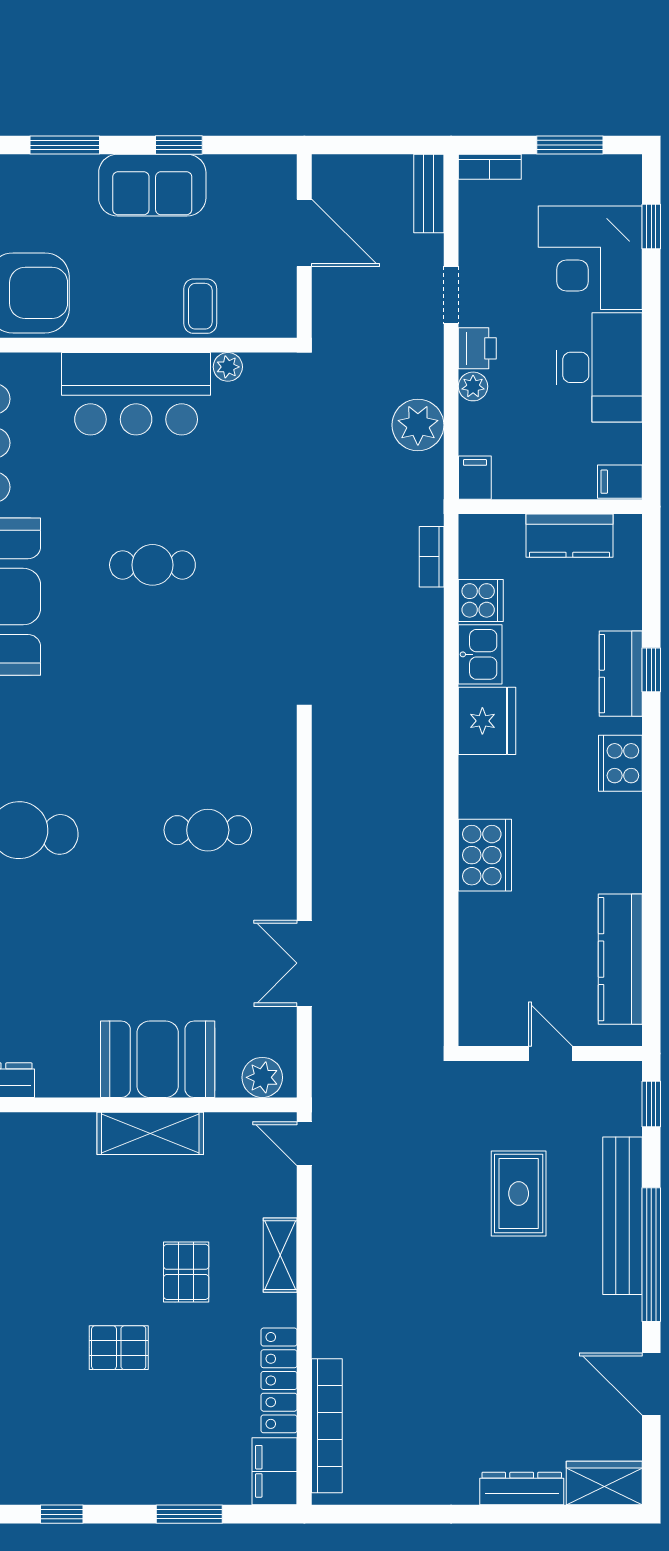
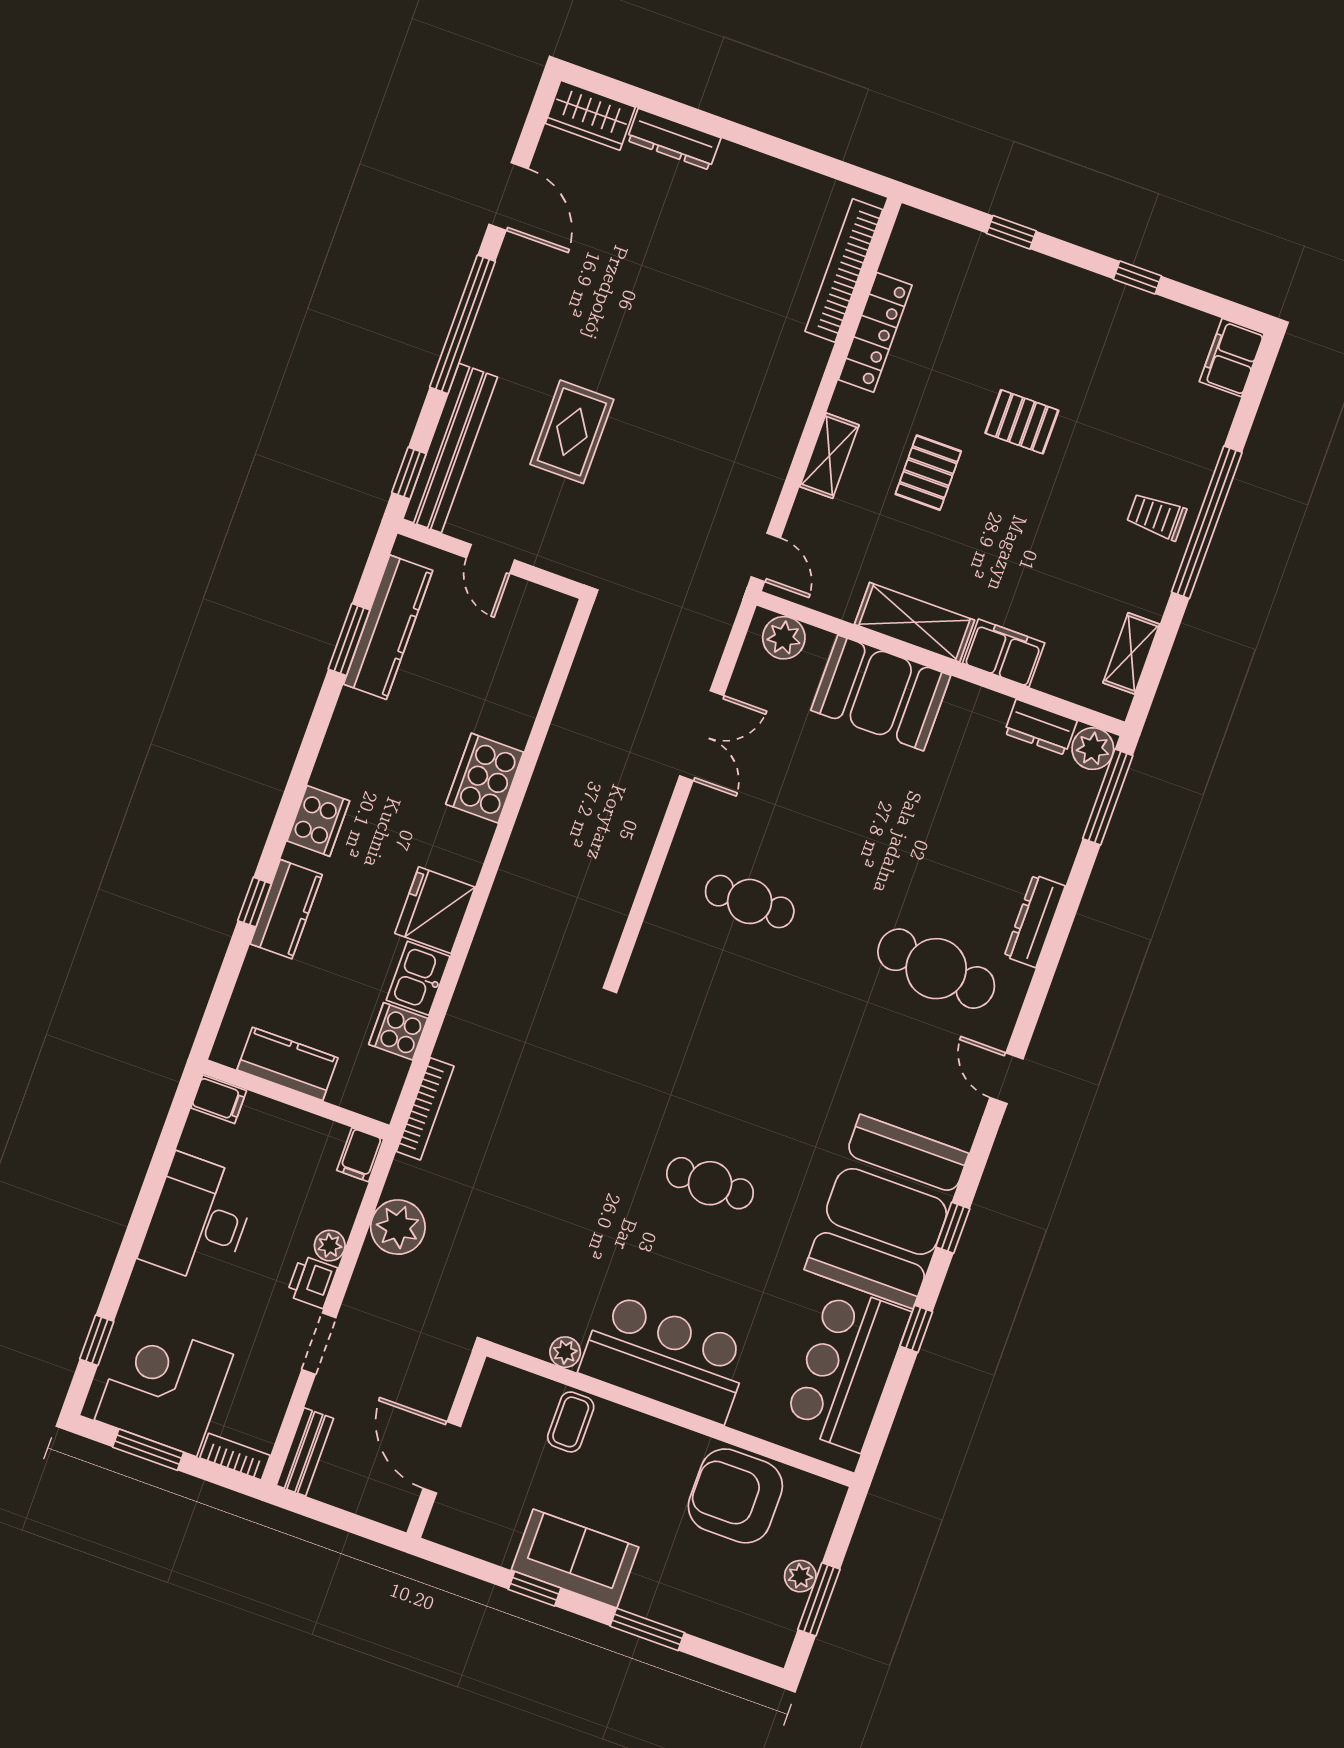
corner desk: (590, 258) -> (164, 1387), moved, turned -90
bookcase: (432, 557) -> (425, 1109), width x1.56
window: (651, 936) -> (349, 640), added
bench: (622, 1216) -> (450, 448), moved
filing cabinet: (275, 1471) -> (1004, 653), moved, turned -90
window: (189, 1514) -> (1011, 232), width x0.67

